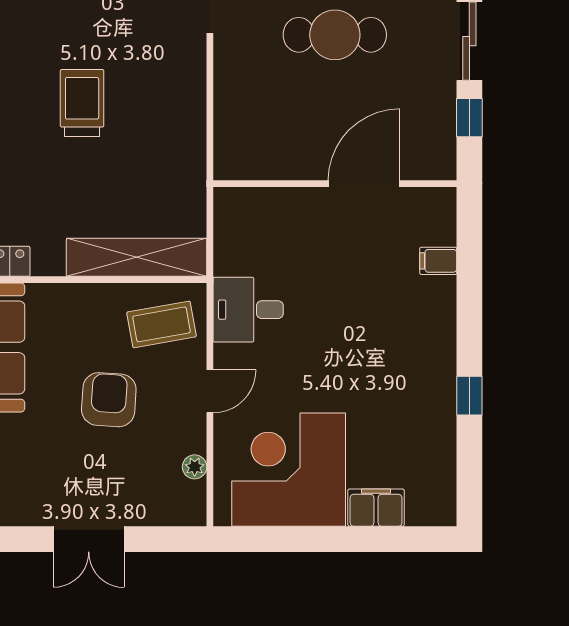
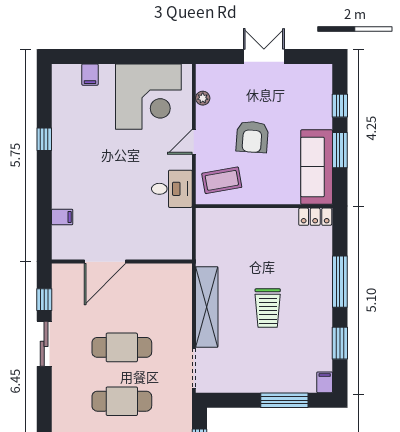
shelving: (137, 257) -> (207, 307), moved, turned 90
filing cabinet: (376, 508) -> (90, 75), width x0.50

